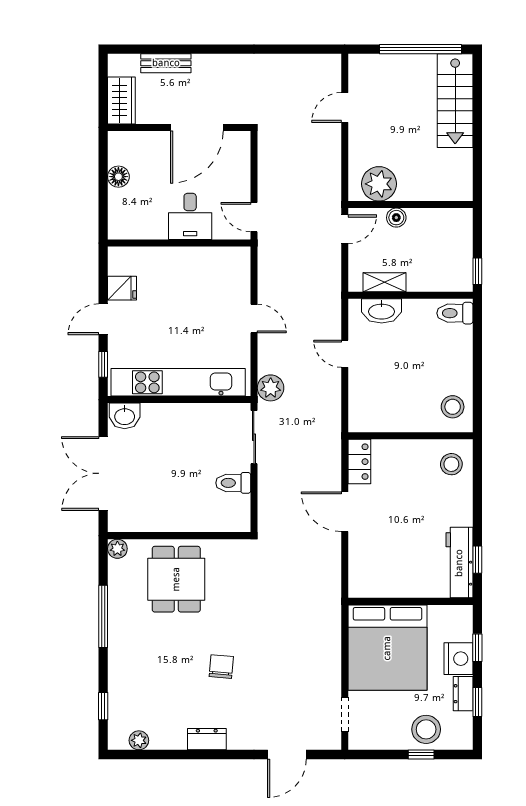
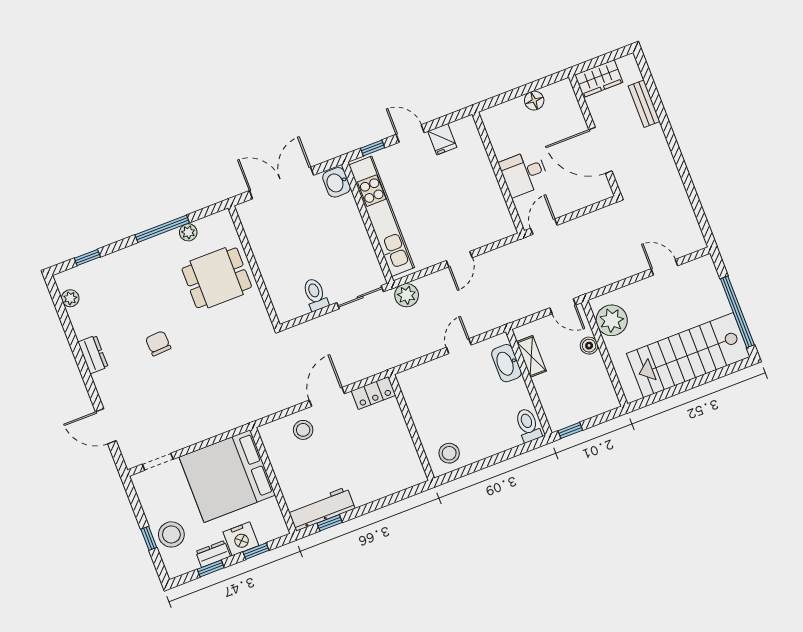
stairs: (455, 101) -> (688, 355), width x1.36, depth x1.51
stool: (451, 464) -> (303, 430), moved
plant: (117, 549) -> (188, 232), moved
chair: (221, 667) -> (158, 343), turned -98

